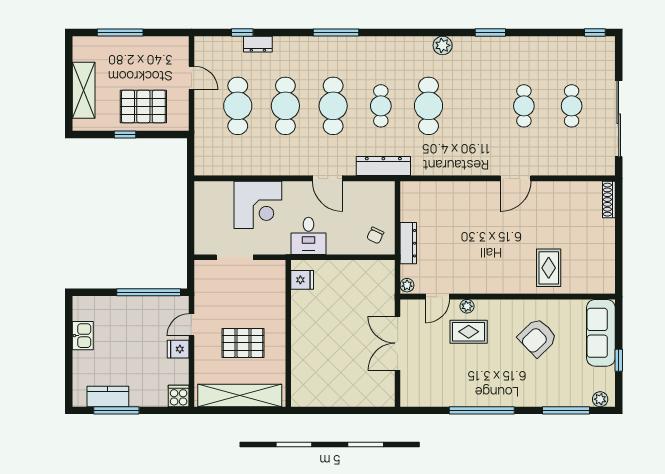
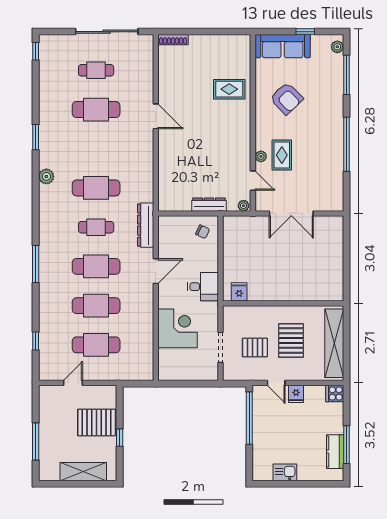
dresser: (258, 44) -> (45, 328), removed
pallet: (143, 106) -> (97, 422), turned 90
cafe table: (524, 106) -> (96, 110), width x1.37, depth x1.35
pallet: (234, 299) -> (255, 348), added

